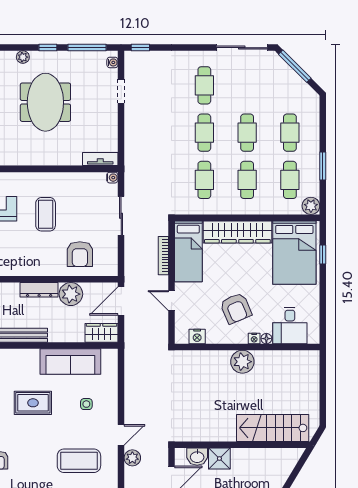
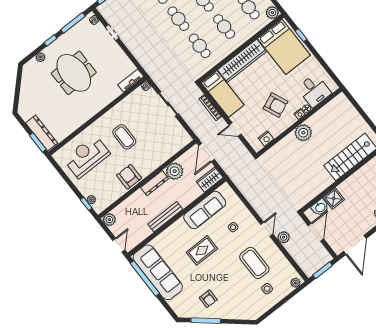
armchair: (80, 254) -> (129, 177), moved, turned 180
coffee table: (79, 461) -> (254, 263), turned 90

